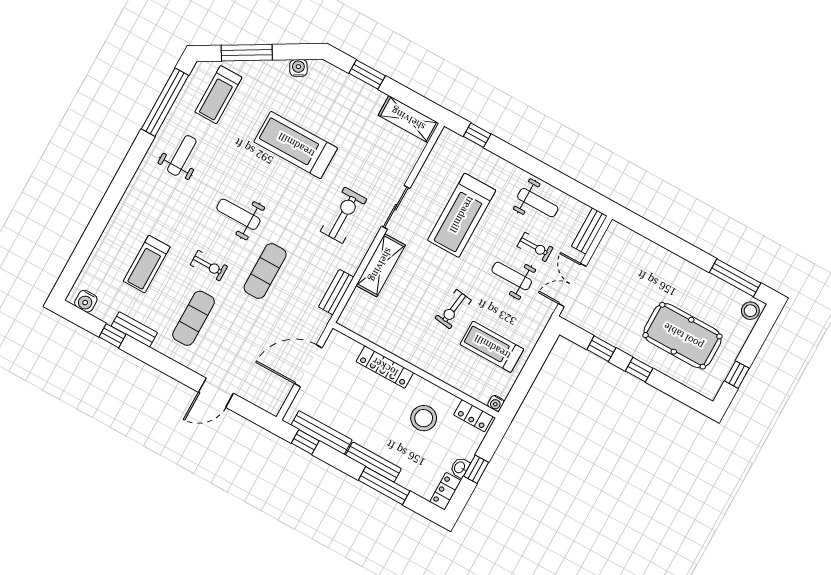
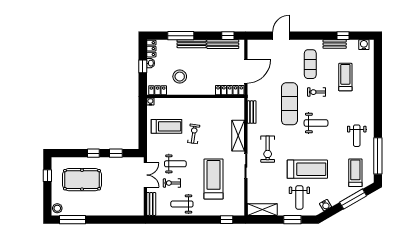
weight bench: (335, 105) -> (299, 197), added
exercise mat: (265, 271) -> (289, 104), width x1.36, depth x1.45
locker: (385, 367) -> (230, 90), moved

